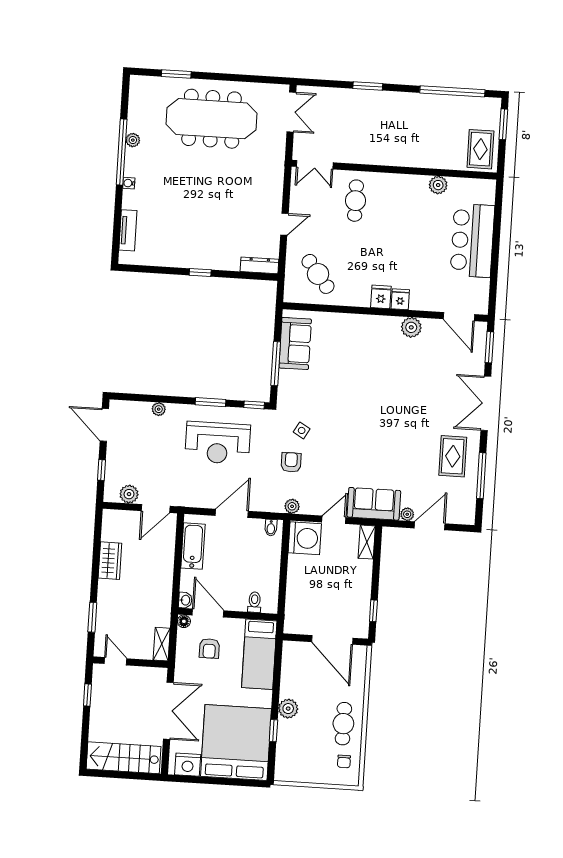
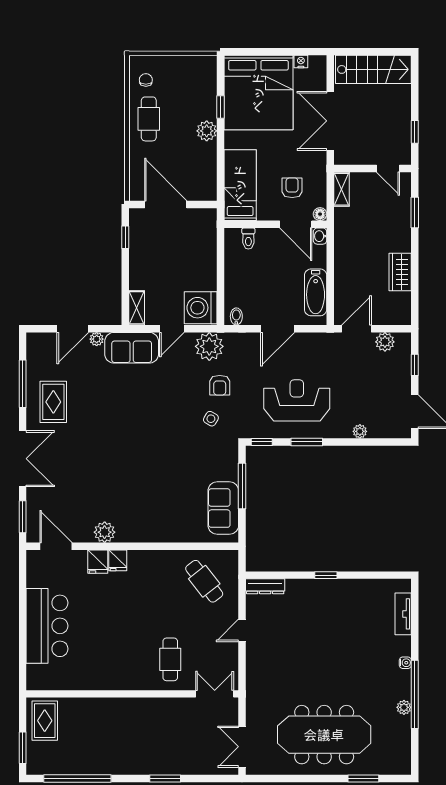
plant: (438, 185) -> (86, 681), removed
fridge: (381, 297) -> (98, 562), moved
plant: (292, 506) -> (209, 346), width x1.87, depth x1.87
nightstand: (188, 765) -> (301, 62), width x0.53, depth x0.56

